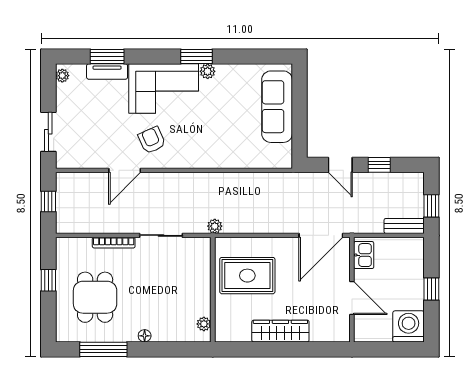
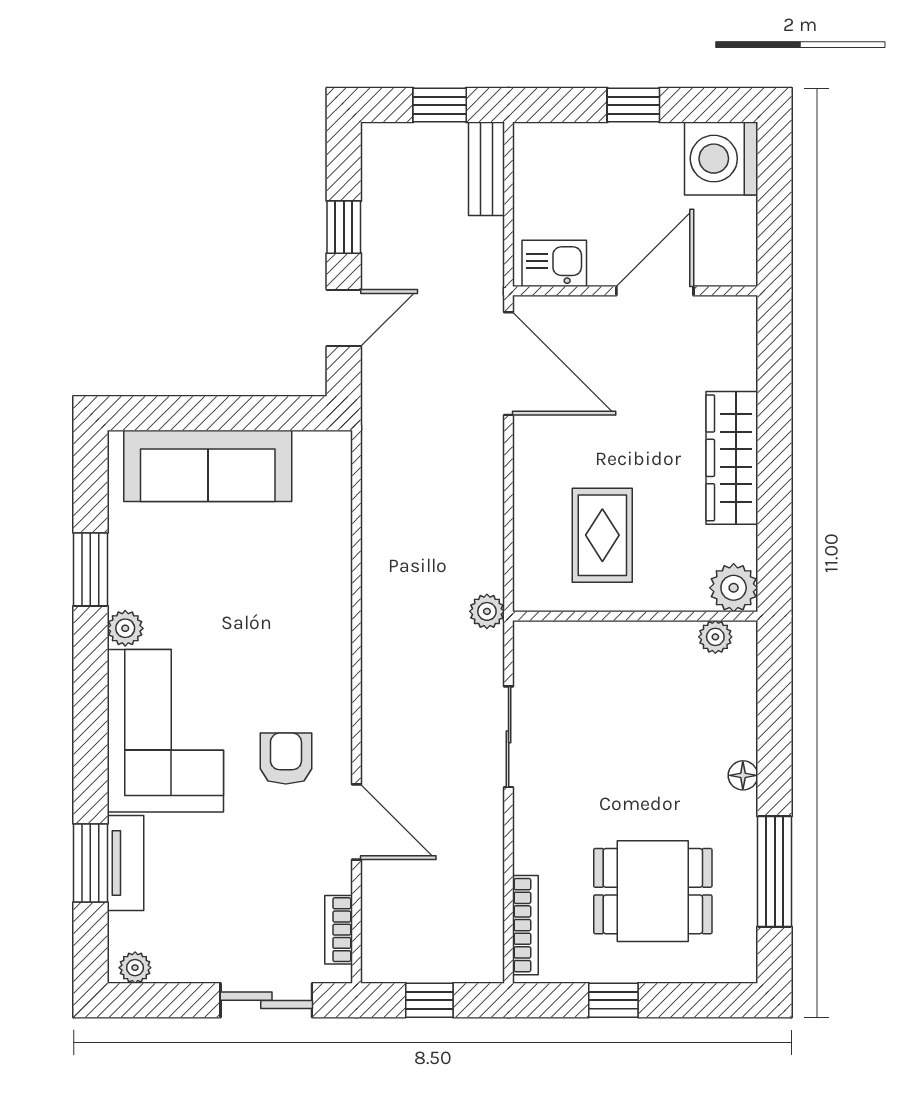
window: (196, 56) -> (90, 569), moved
armchair: (152, 140) -> (286, 759), turned 114
bookcase: (79, 163) -> (339, 930), added
bookcase: (114, 243) -> (525, 925), moved
rug: (247, 276) -> (602, 535), width x0.73, depth x0.70
plant: (225, 332) -> (734, 588), added

